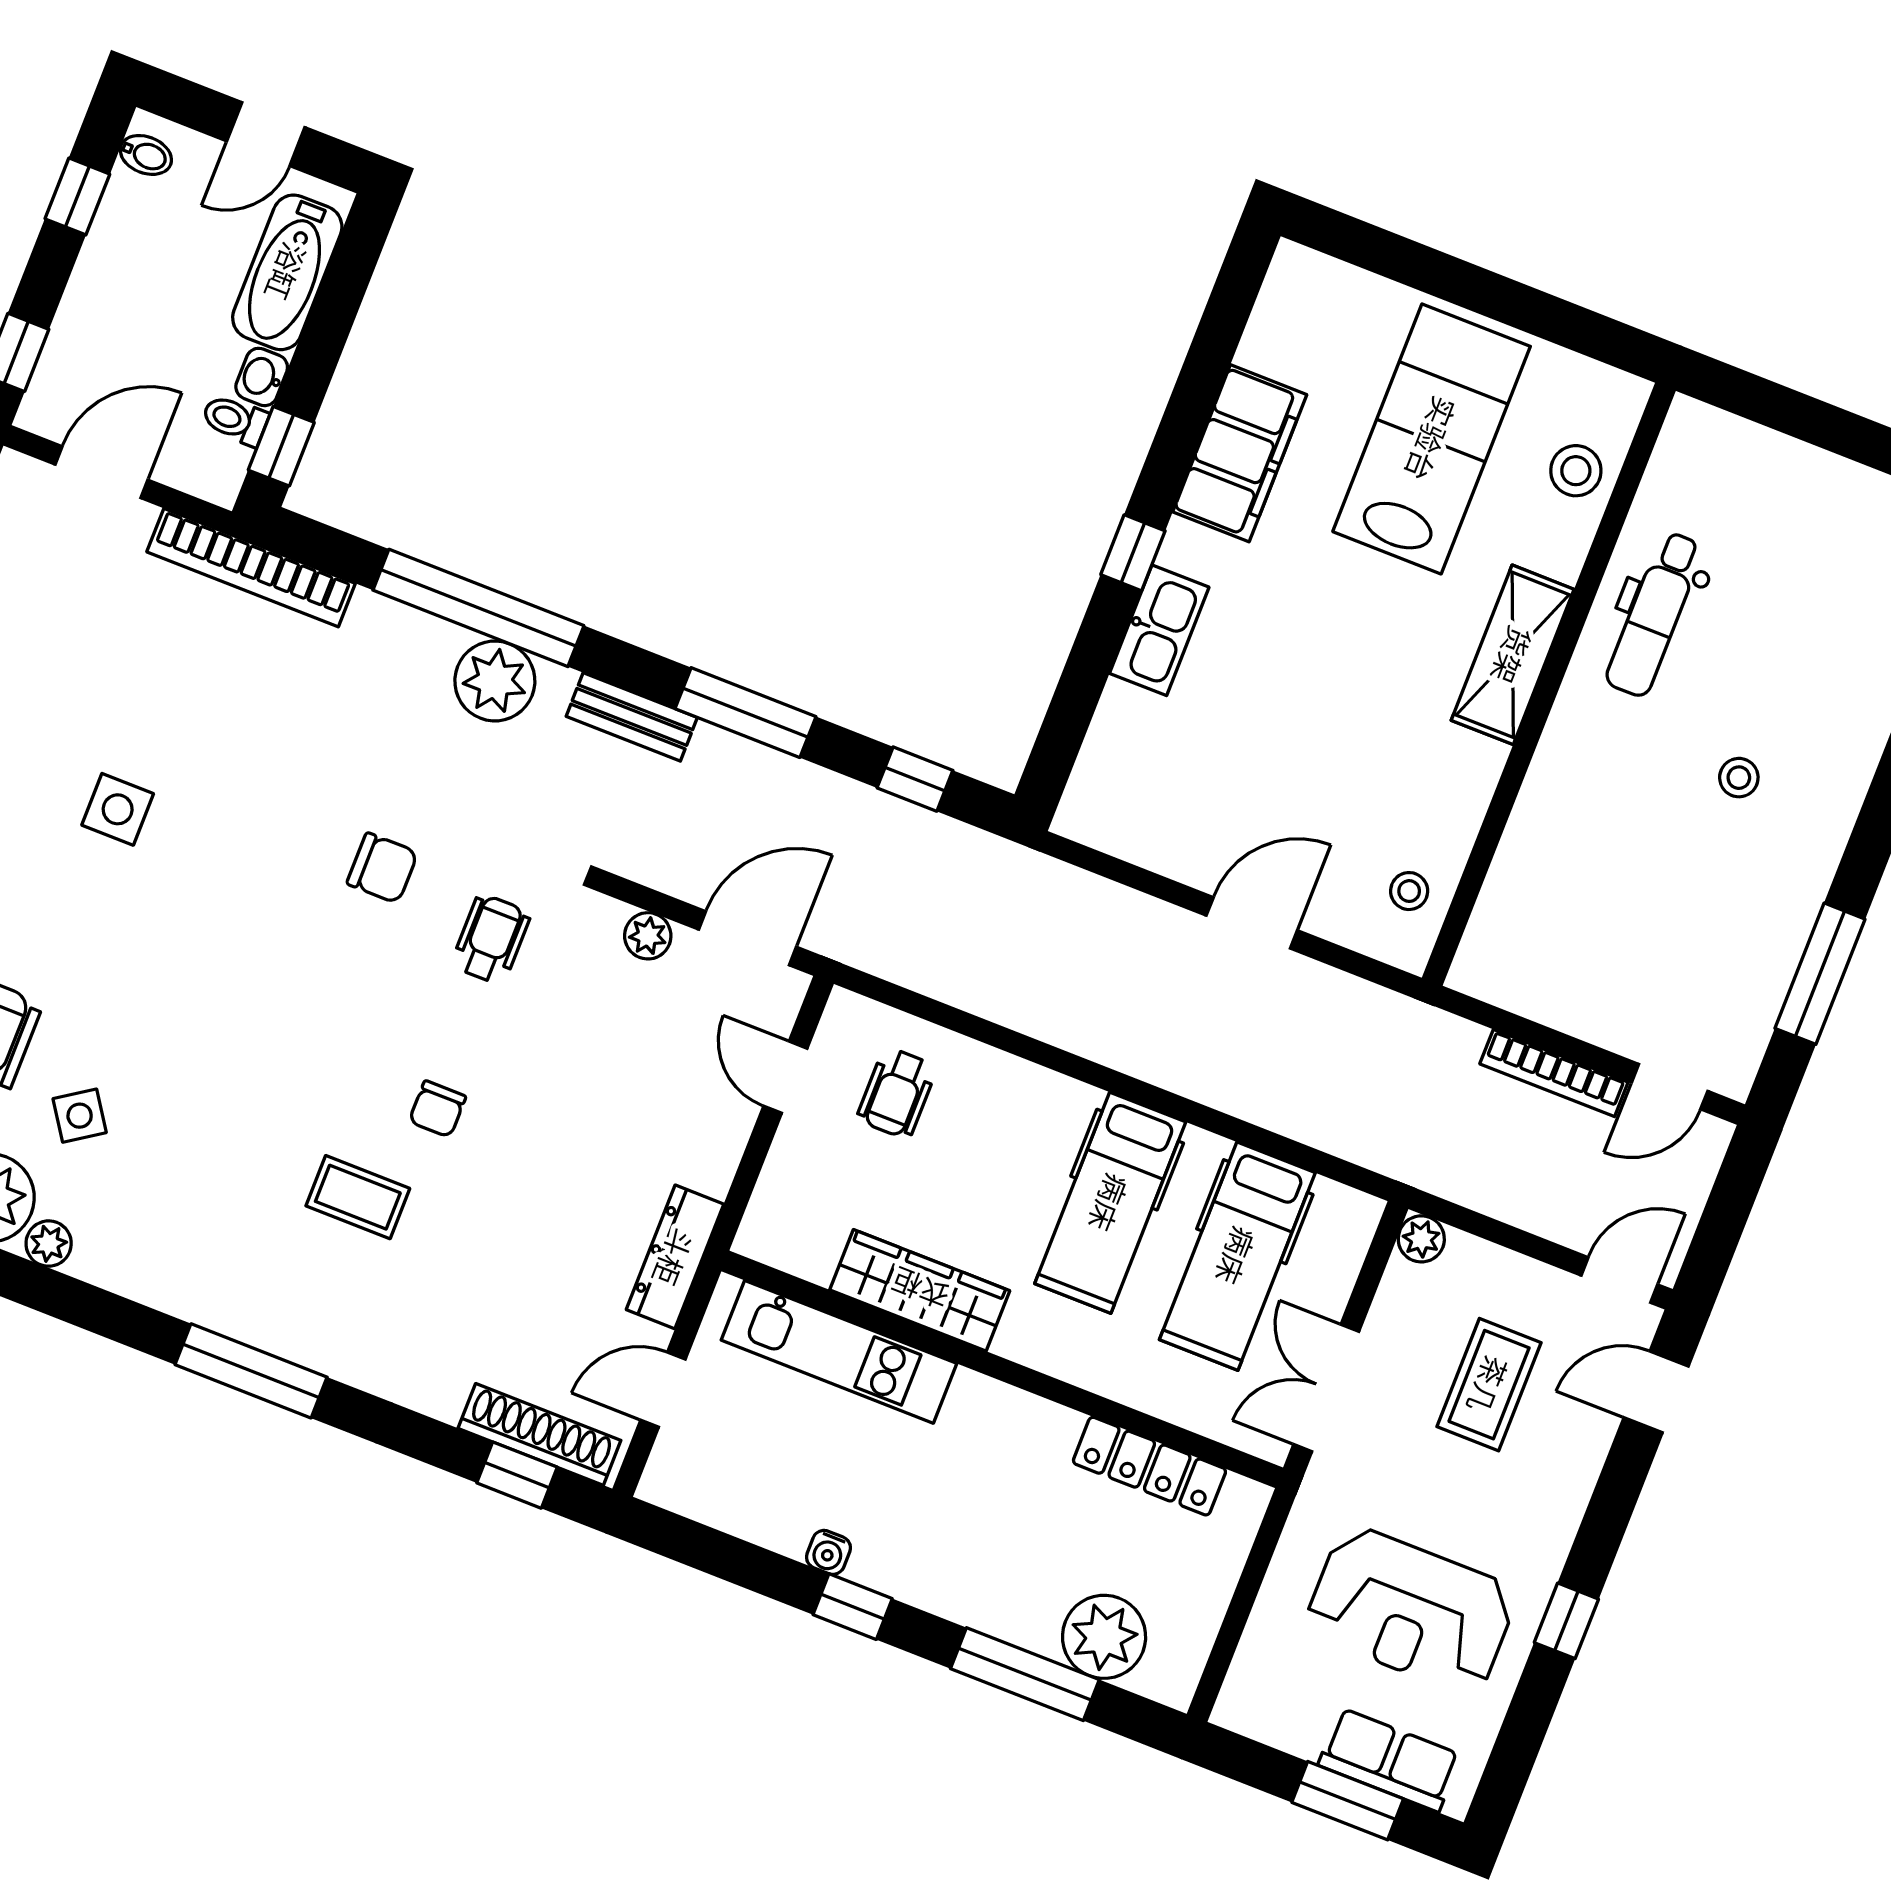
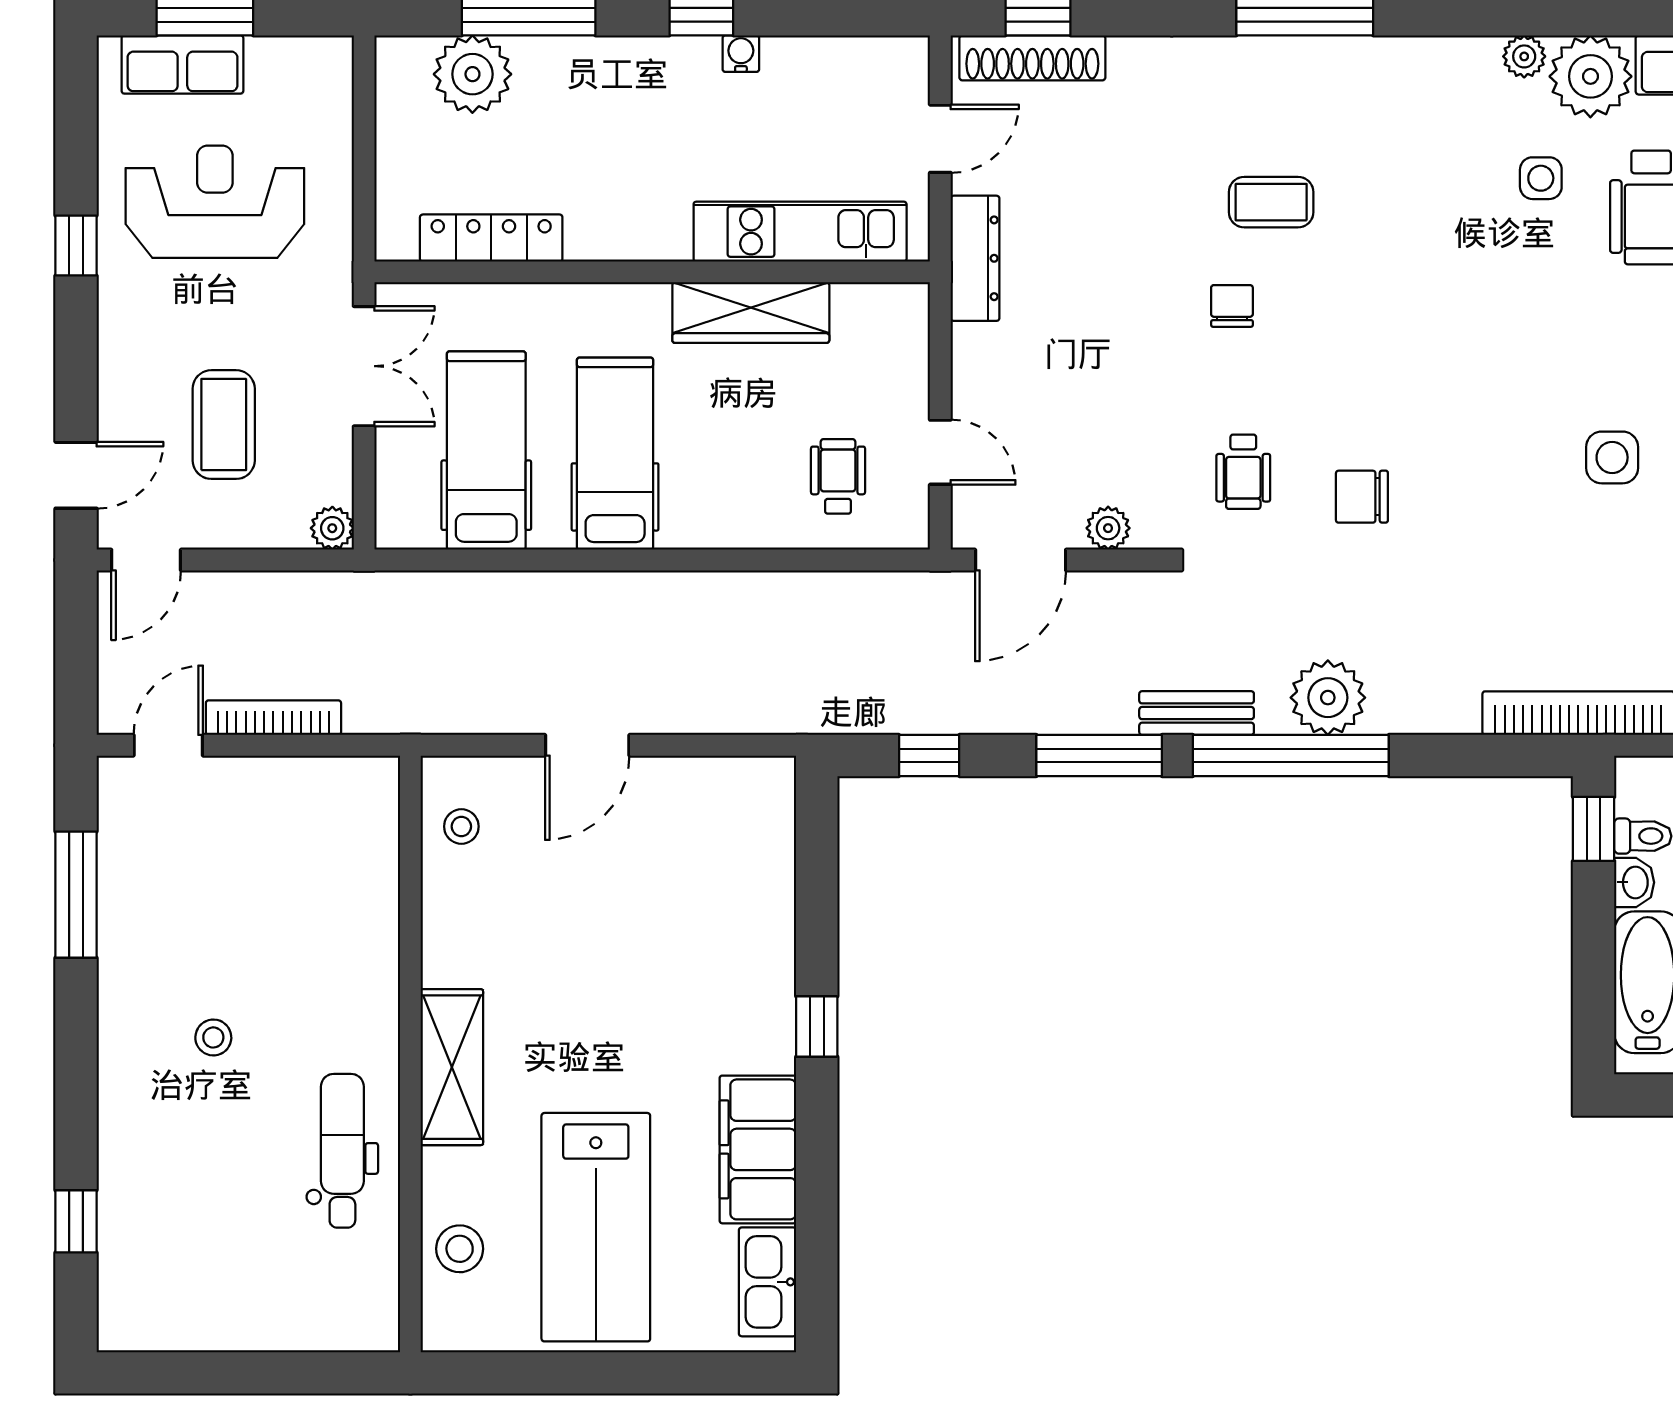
window: (478, 608) -> (1291, 756), moved
kitchen sink: (1159, 630) -> (768, 1282), moved
side table: (80, 1116) -> (1541, 178), turned 34

